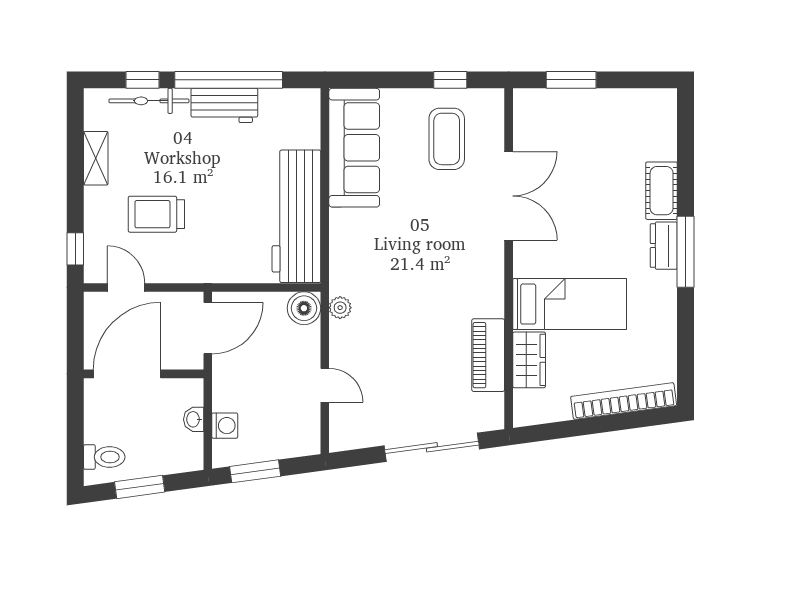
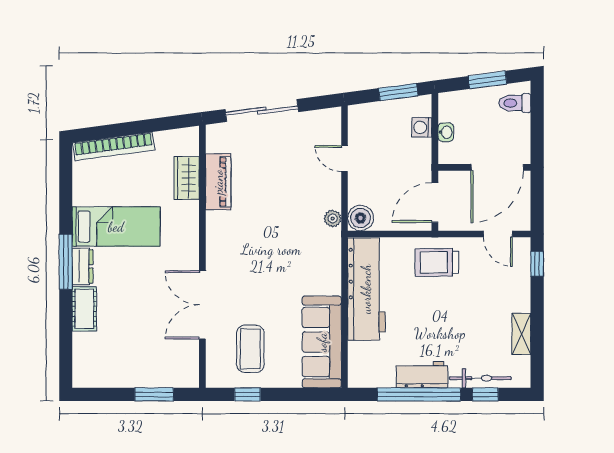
trolley: (156, 214) -> (437, 262), moved, turned 180
bed: (570, 304) -> (116, 227), moved, turned 180

